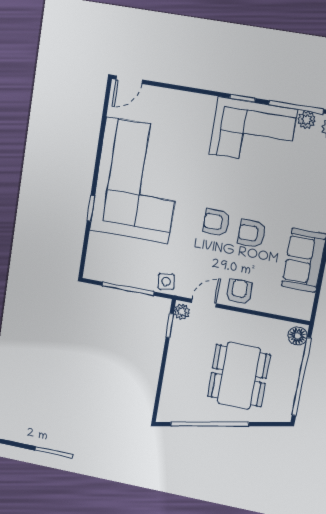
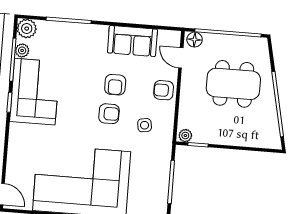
armchair: (217, 222) -> (109, 114), turned -90
side table: (166, 282) -> (145, 125), moved
door: (204, 303) -> (181, 58), moved

